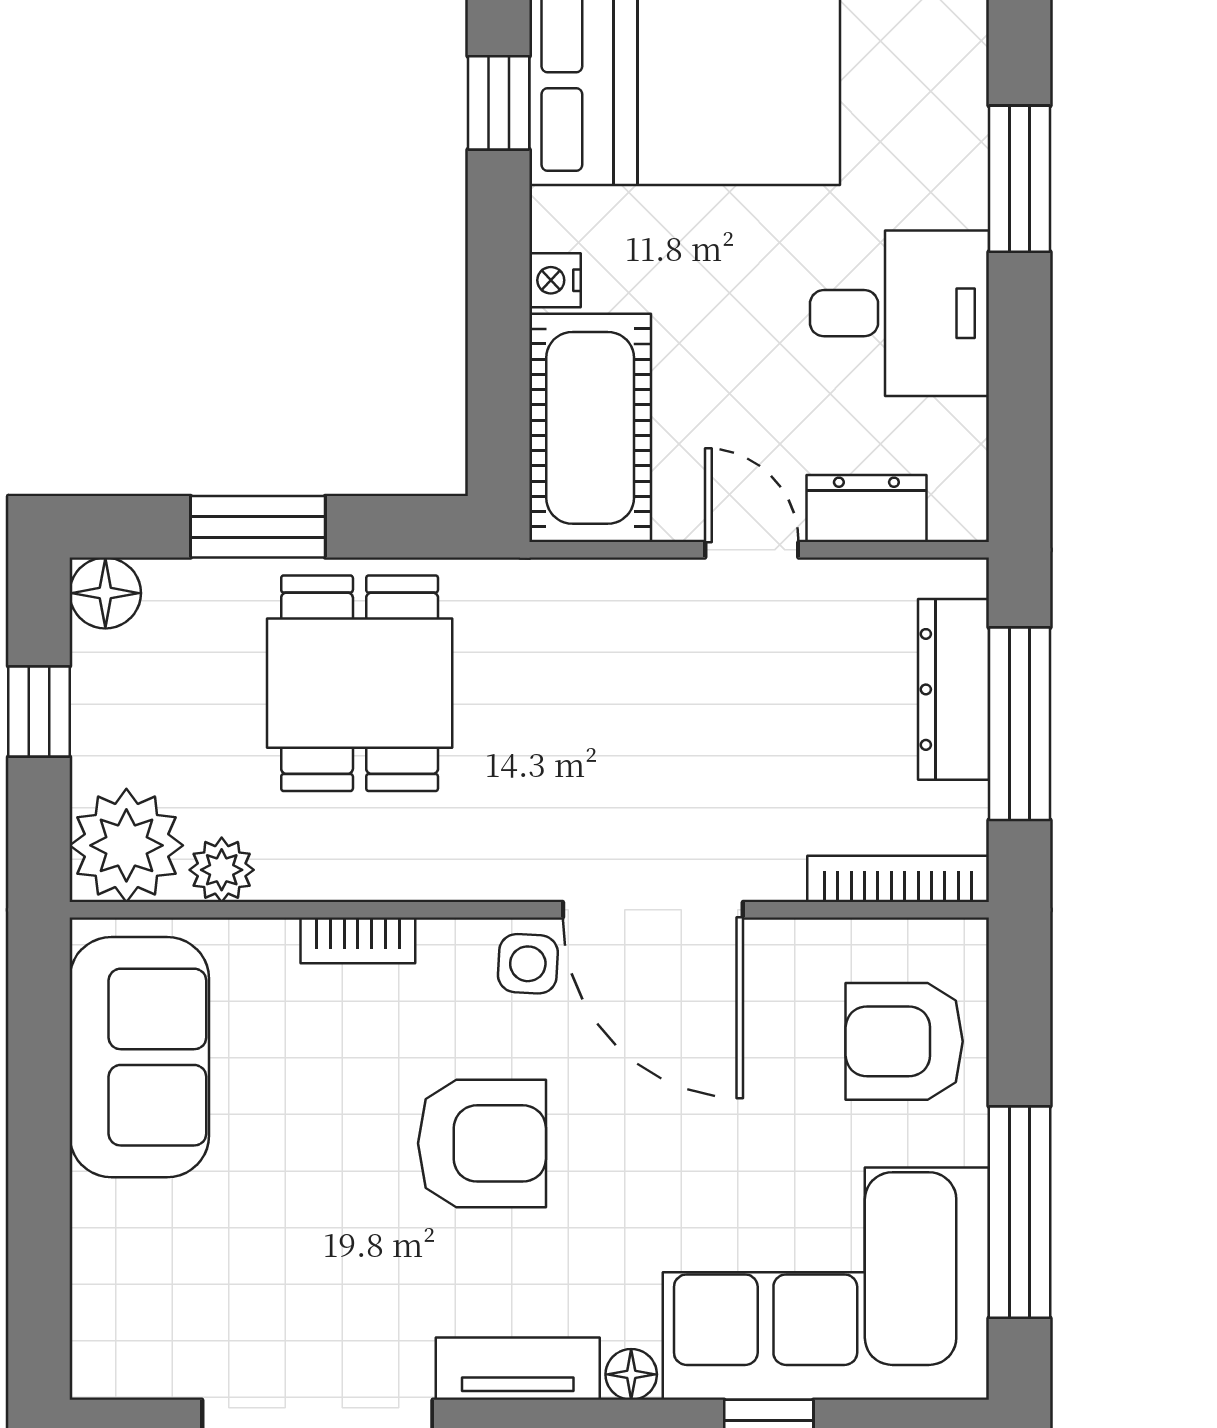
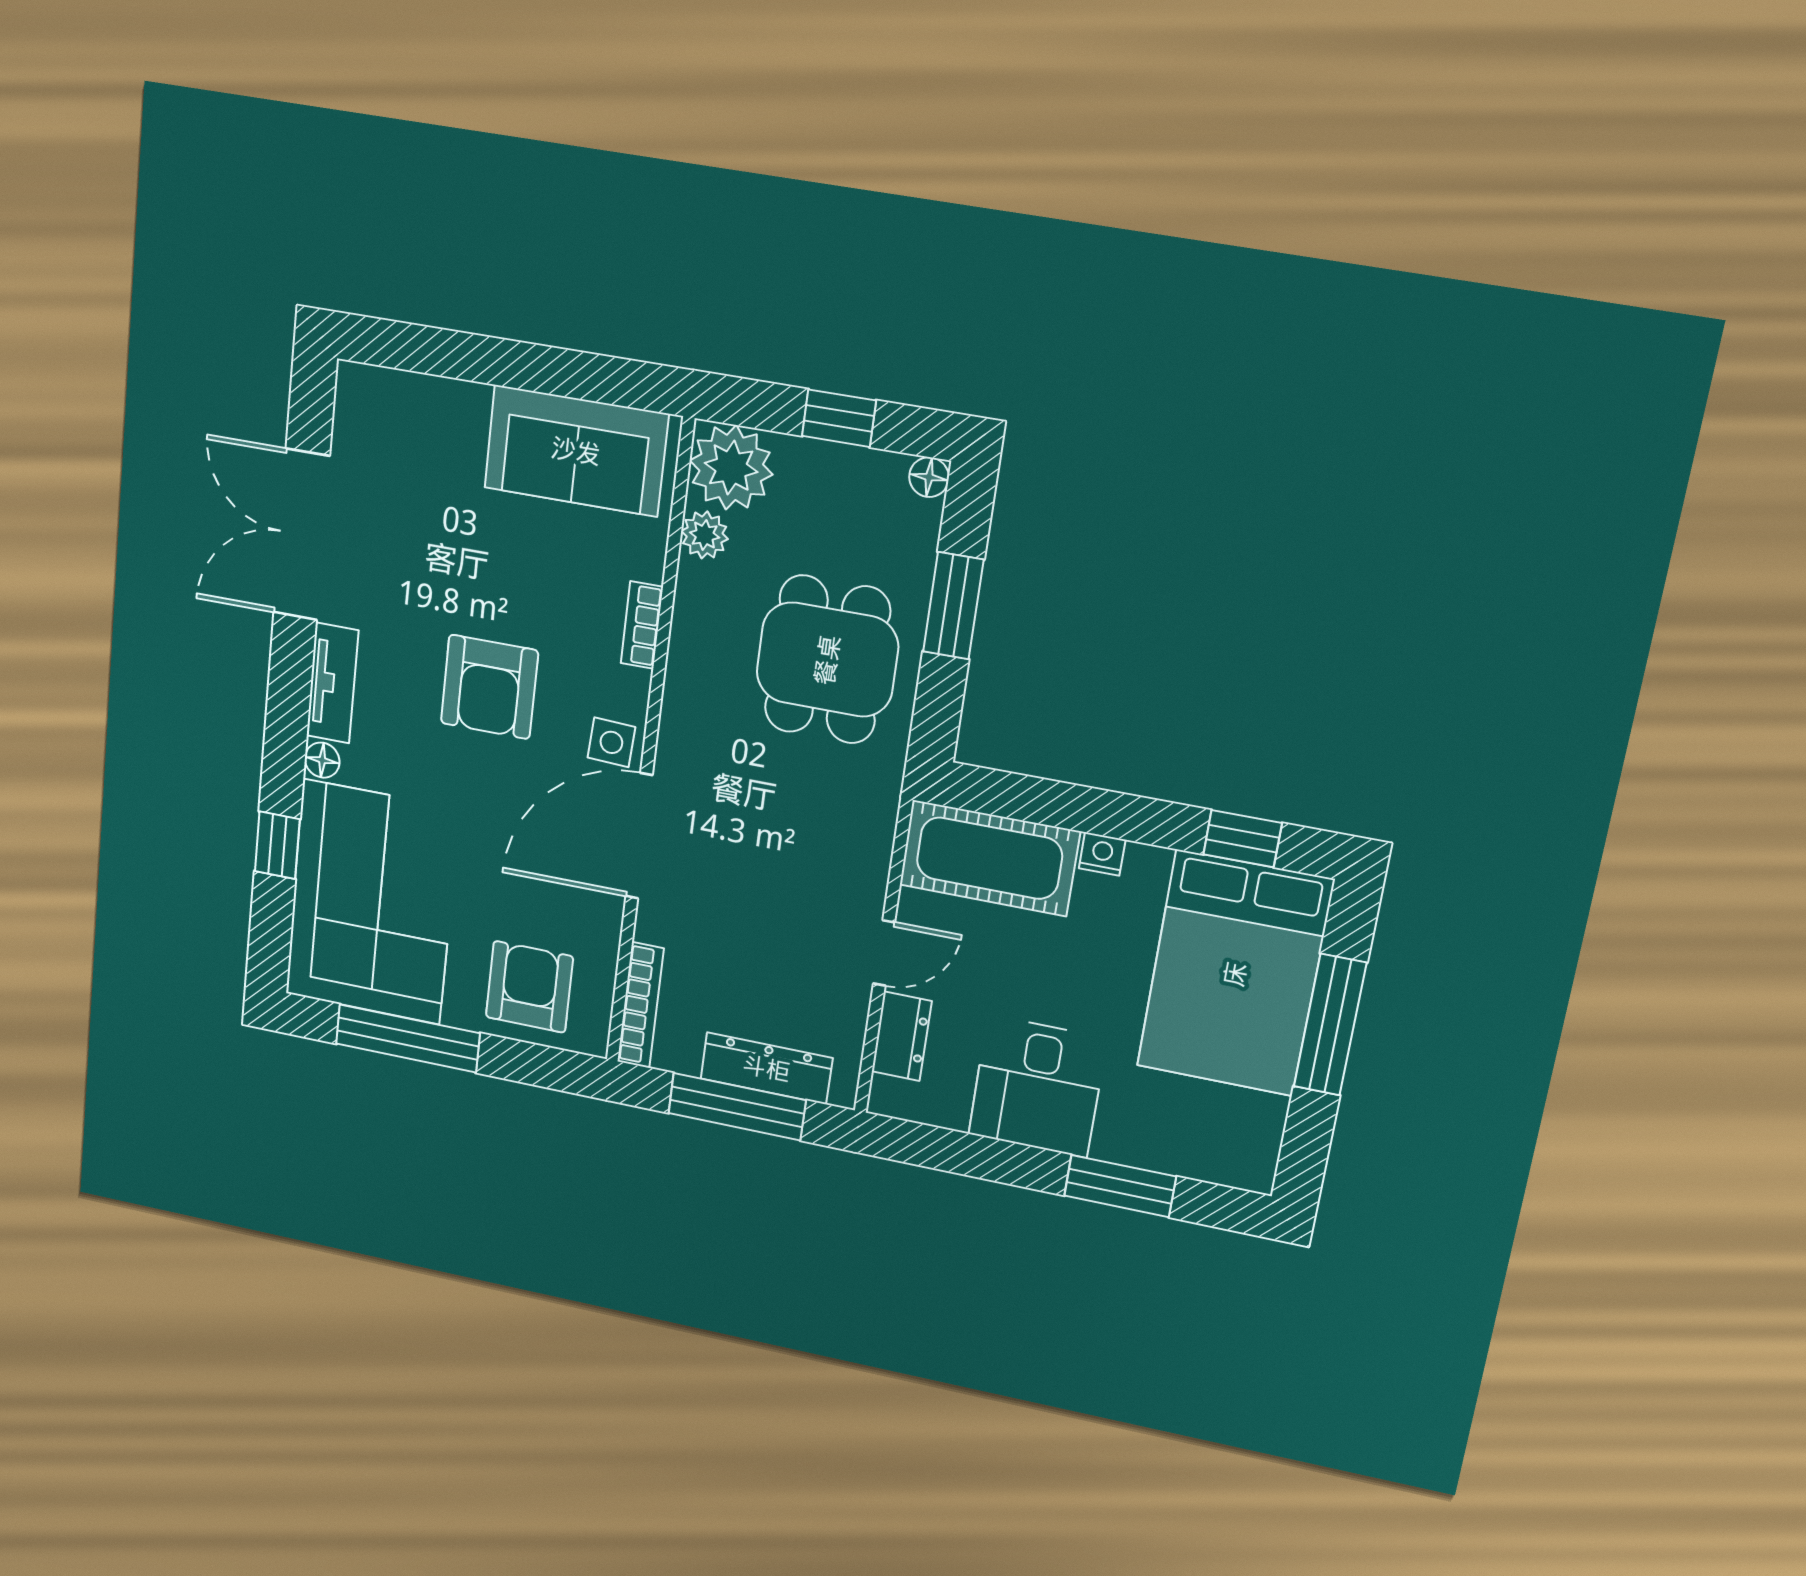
floor lamp: (105, 593) -> (929, 477), width x0.73, depth x0.73
dining table: (360, 683) -> (827, 660), turned 90

